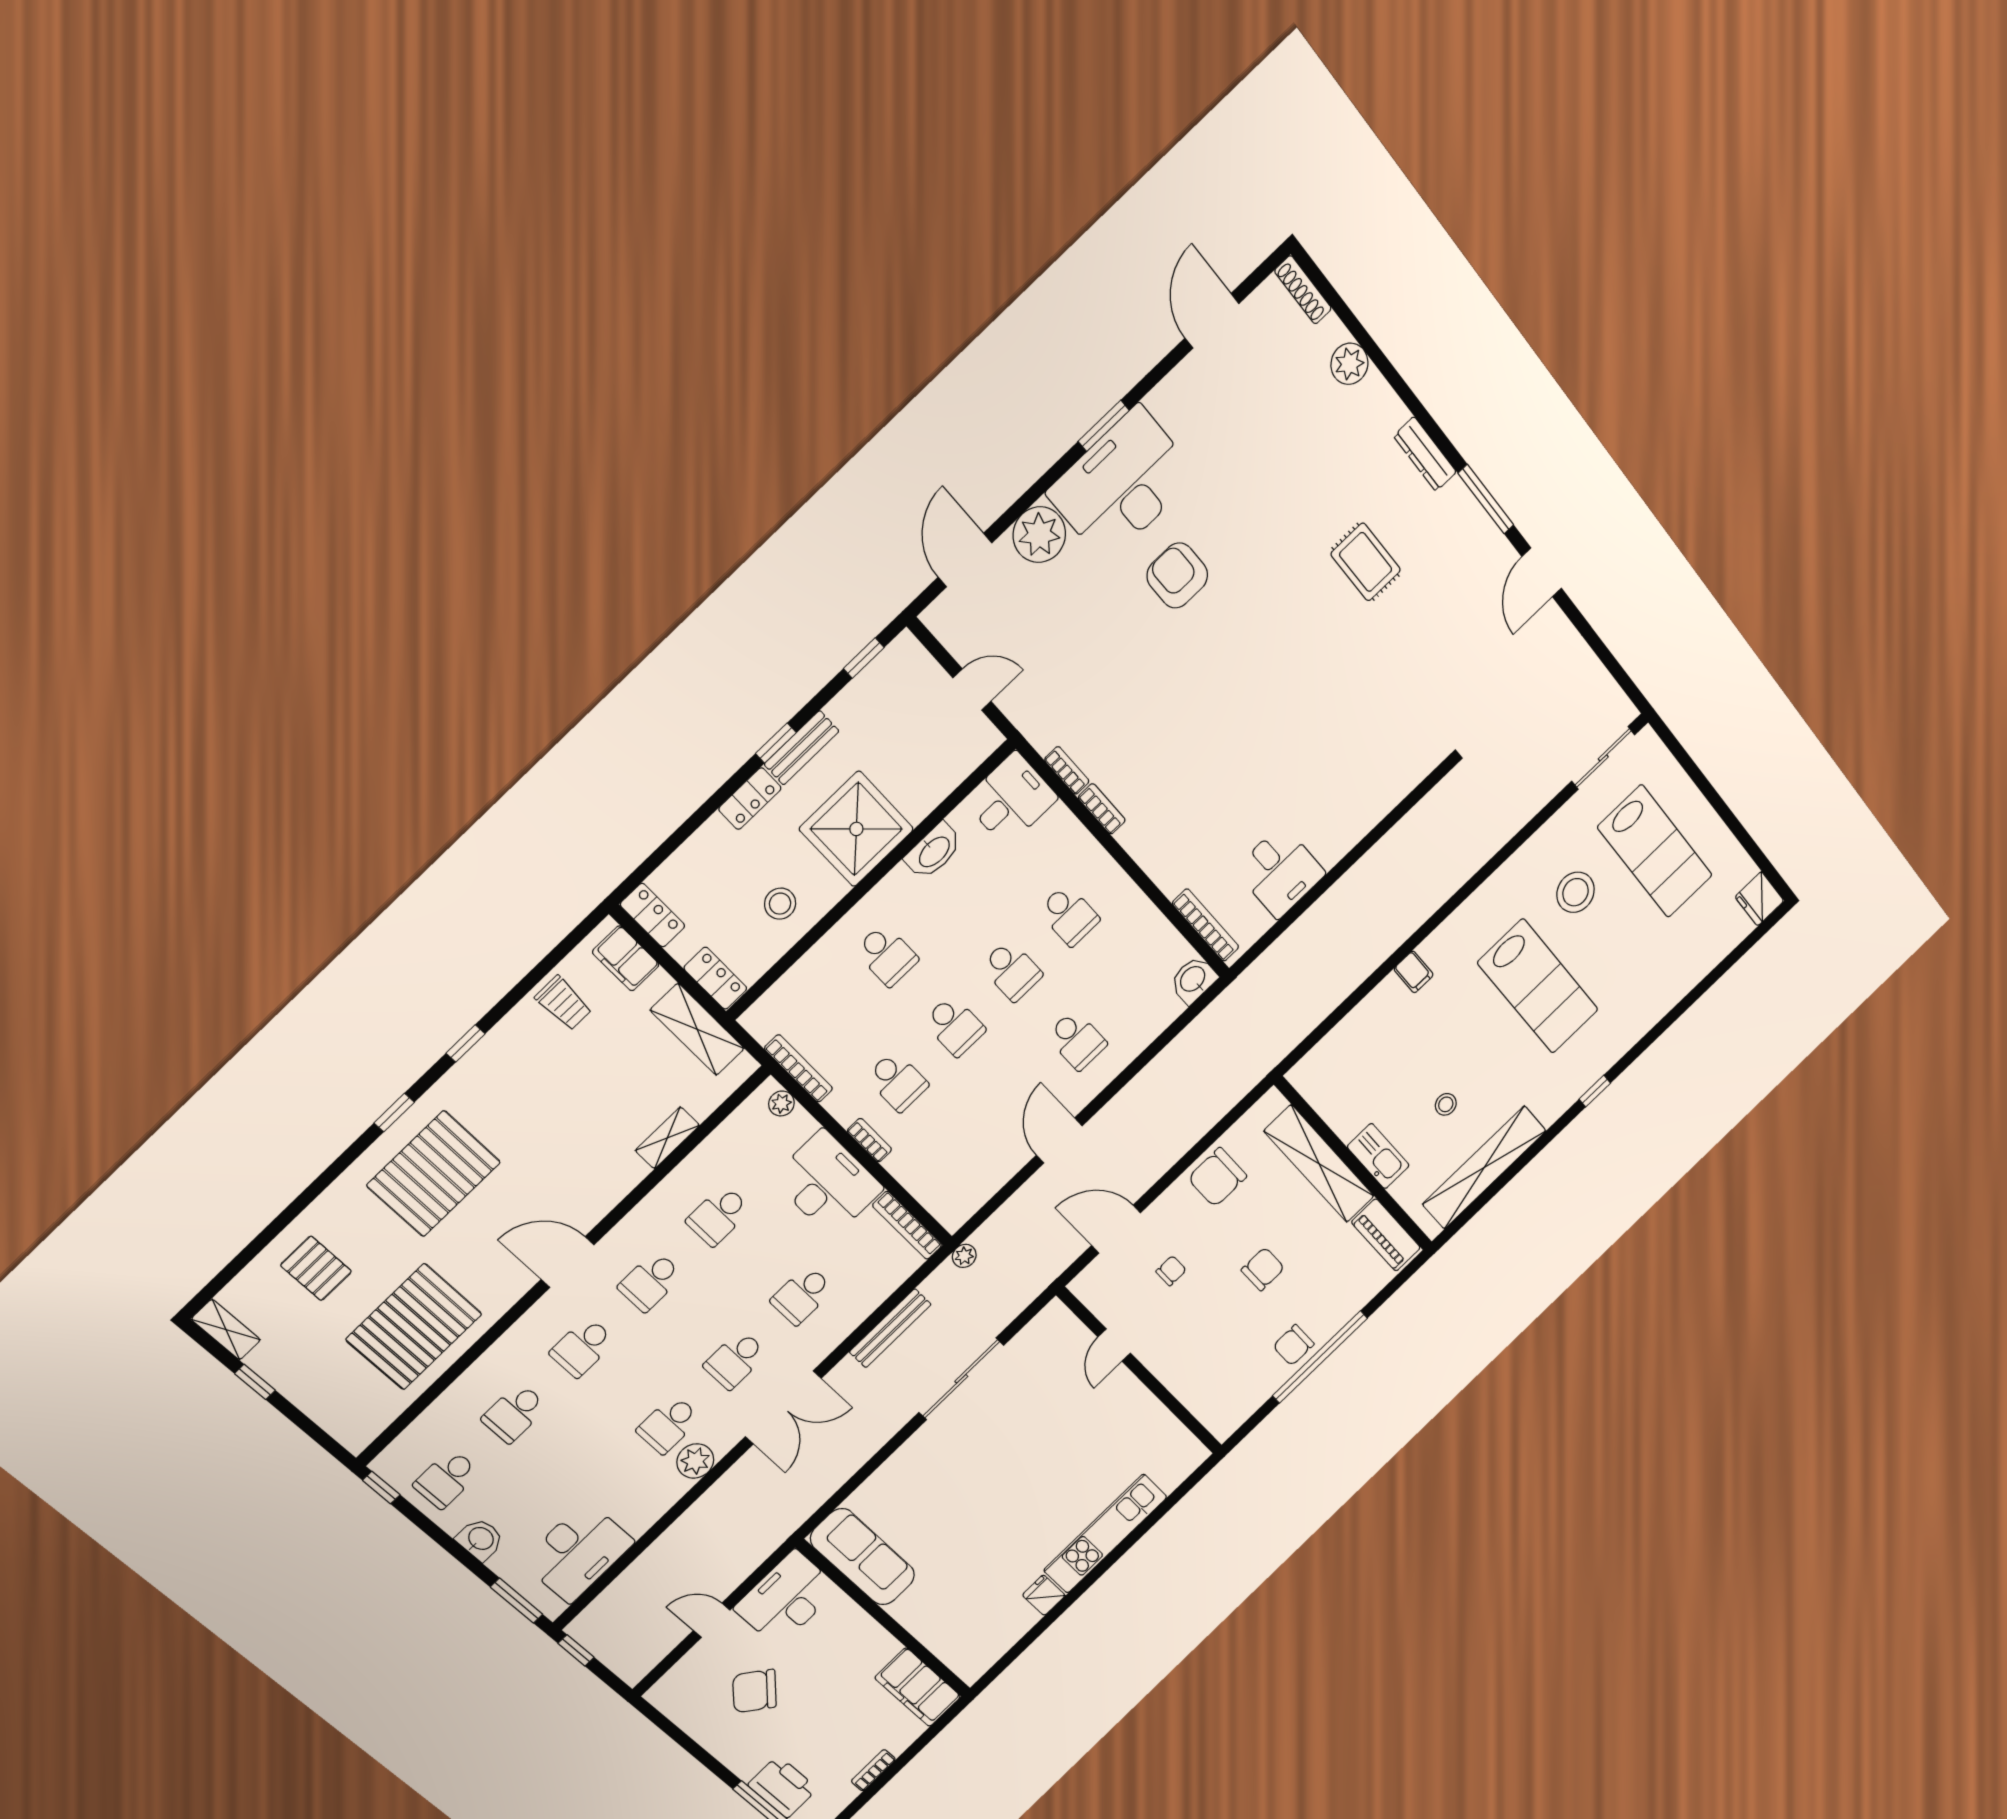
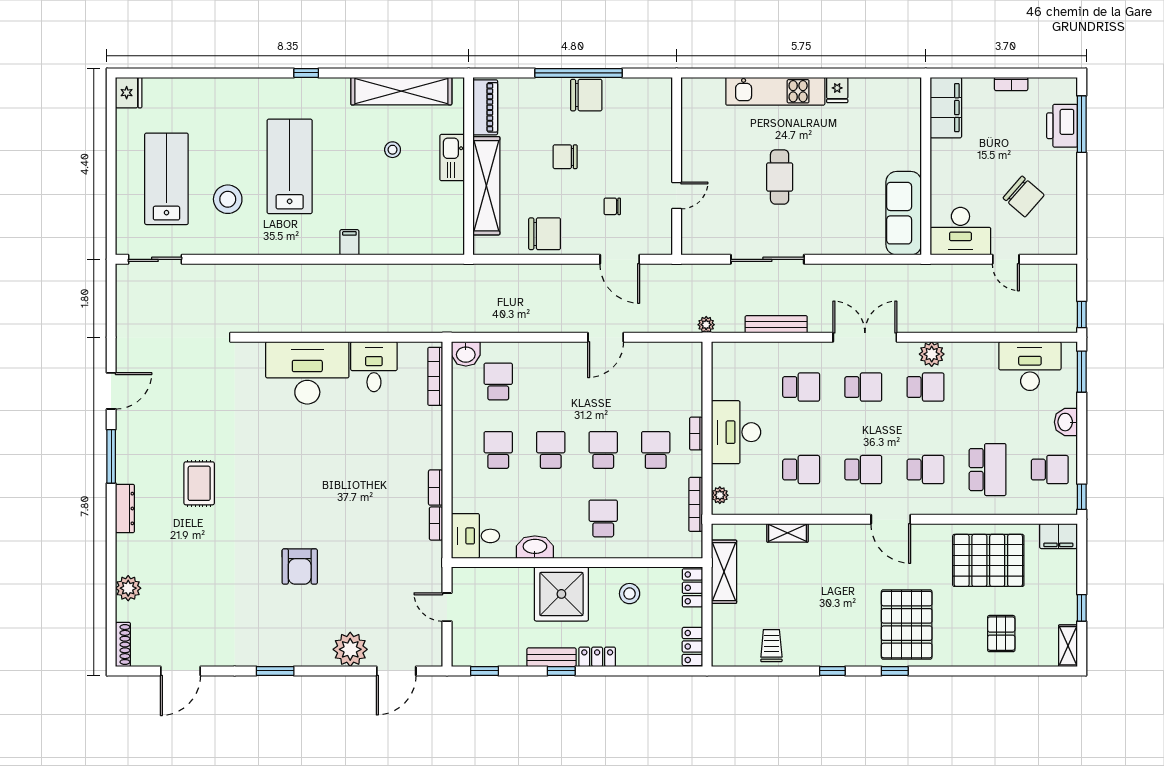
desk: (1122, 484) -> (307, 373), moved, turned 180
filing cabinet: (626, 958) -> (1058, 536), moved, turned 90
school desk: (1077, 1040) -> (498, 381), moved
pallet: (434, 1174) -> (907, 625), turned 90
bookcase: (907, 1225) -> (719, 370), removed
chair: (1294, 1345) -> (586, 95), width x1.37, depth x1.37
school desk: (514, 1413) -> (988, 470), width x1.85
cafe table: (1025, 1464) -> (780, 177), added

